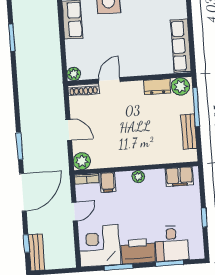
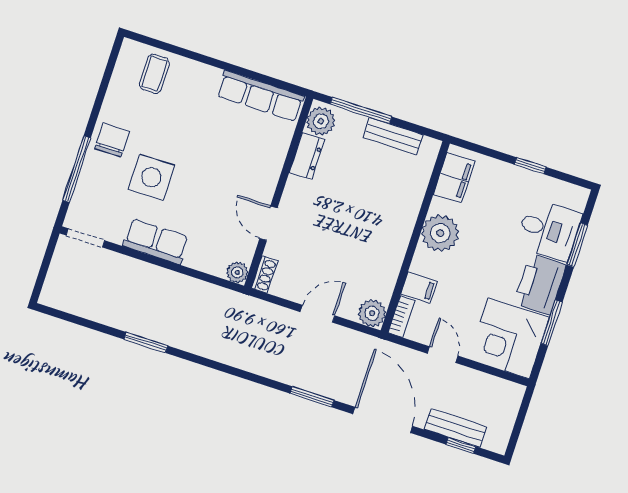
shoe rack: (83, 90) -> (265, 274), width x0.70
plant: (138, 177) -> (440, 233), width x1.88, depth x1.88
bench: (36, 252) -> (456, 428), moved

